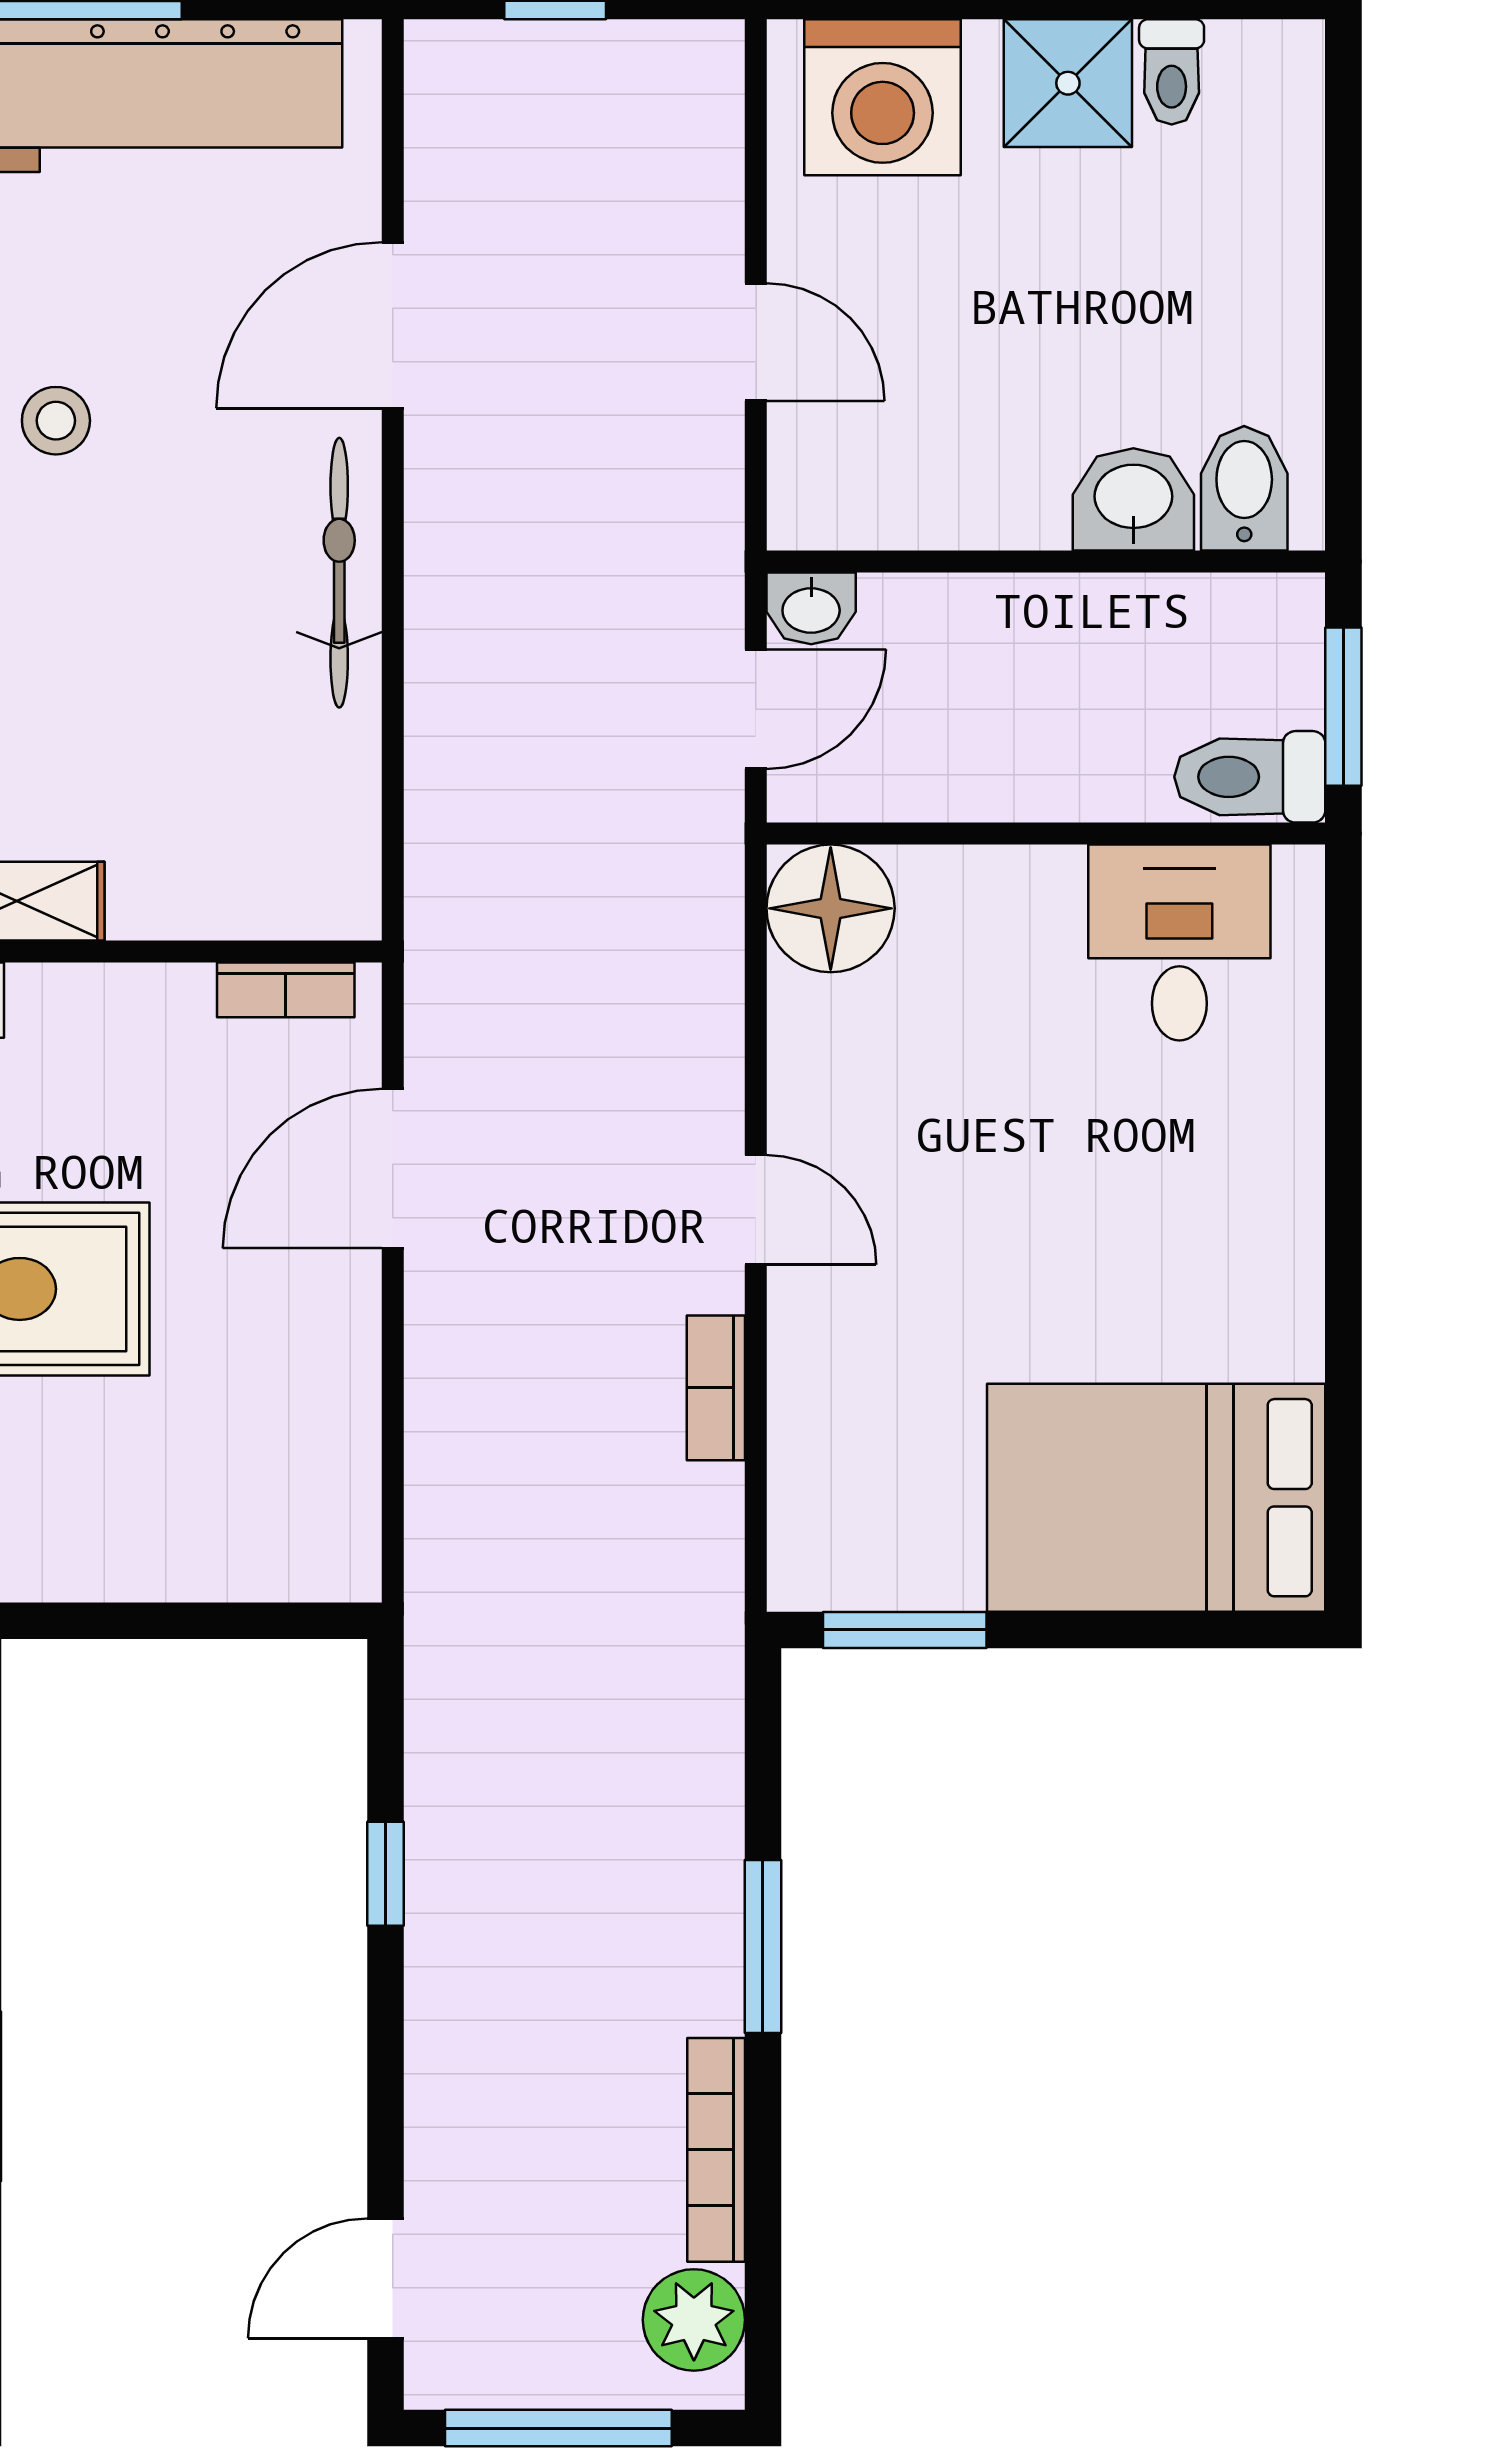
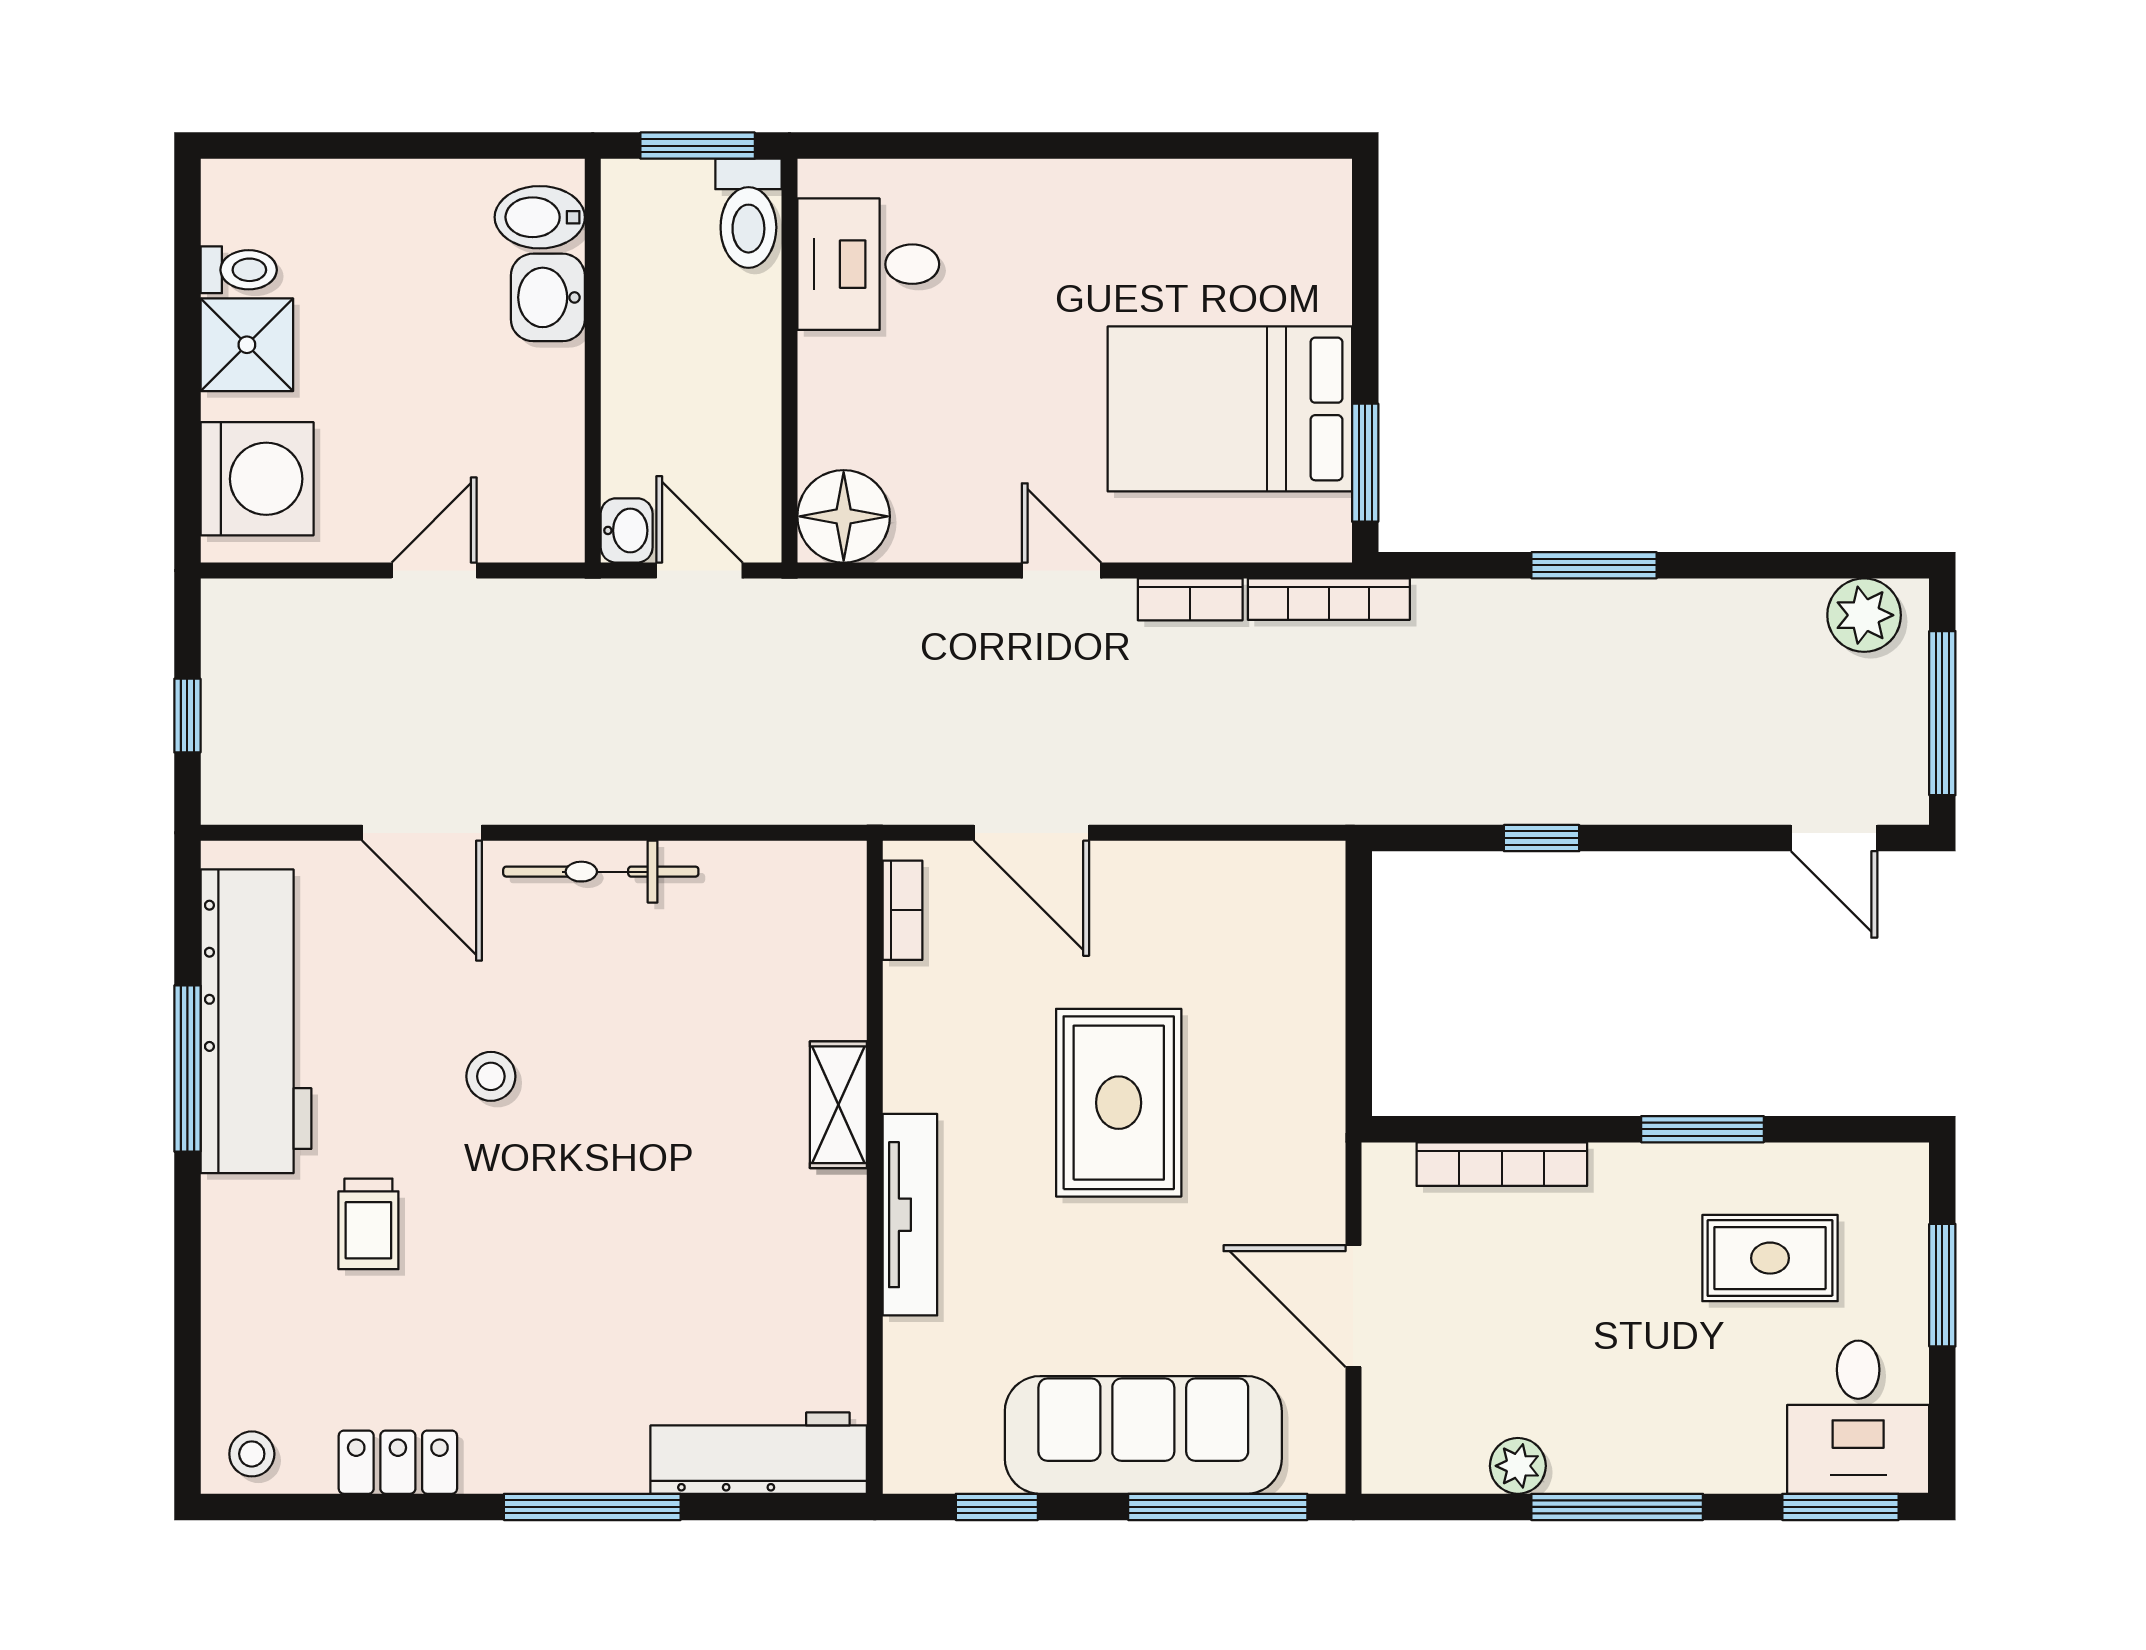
door: (756, 1210) -> (1061, 570), hinge flipped
bed: (1156, 1498) -> (1230, 409), moved, turned 90
bookcase: (716, 2150) -> (1329, 599), moved

